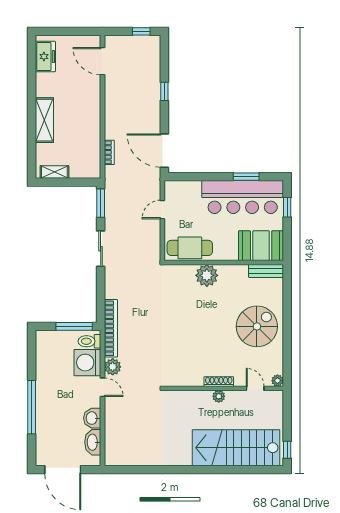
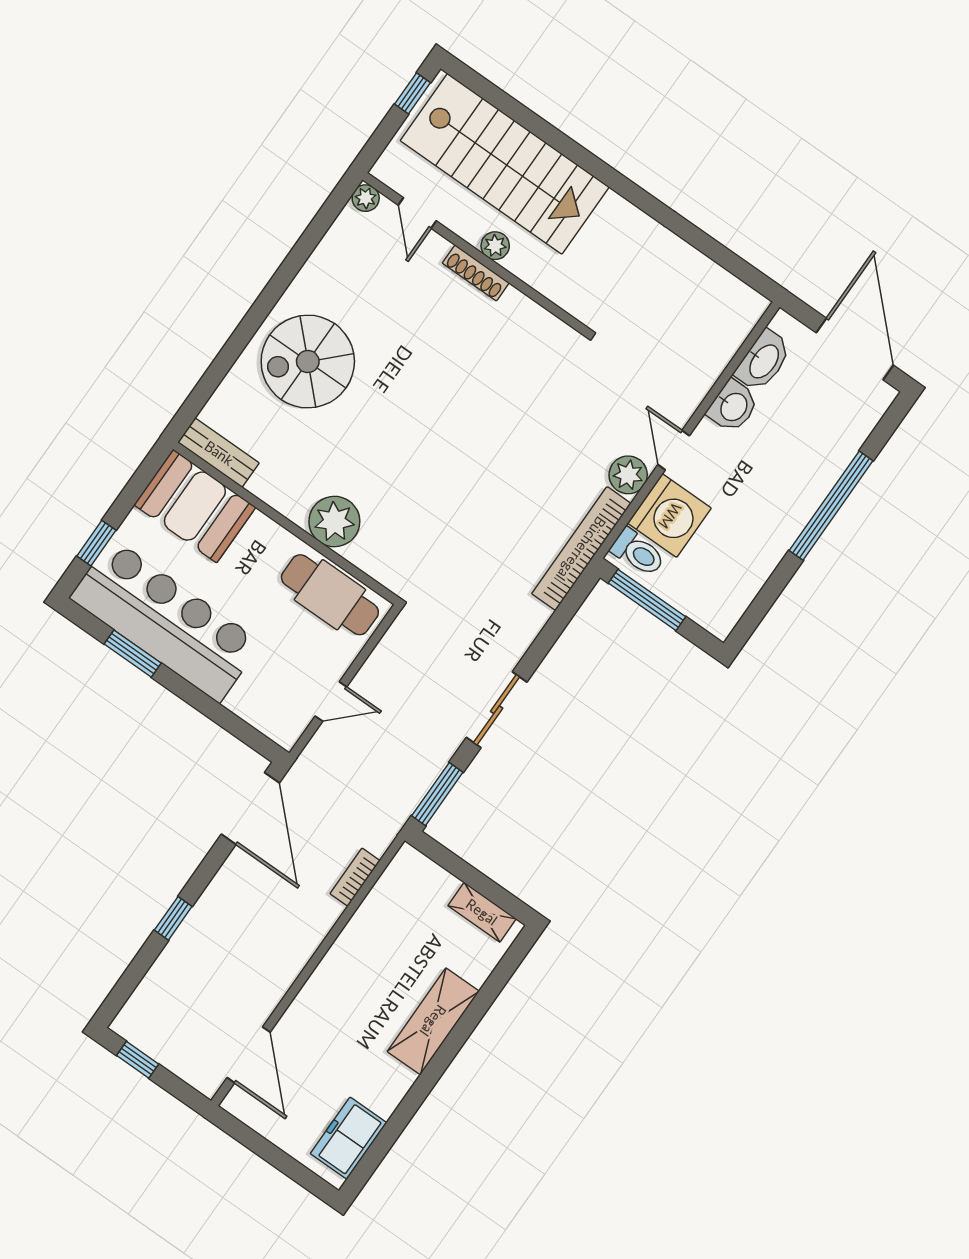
plant: (278, 381) -> (366, 198), moved
shoe rack: (219, 382) -> (476, 273), moved
wall: (224, 388) -> (475, 254), moved
door: (255, 388) -> (417, 213), moved
plant: (219, 396) -> (495, 246), moved

